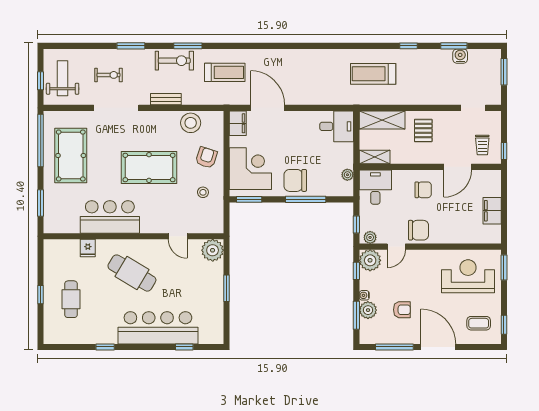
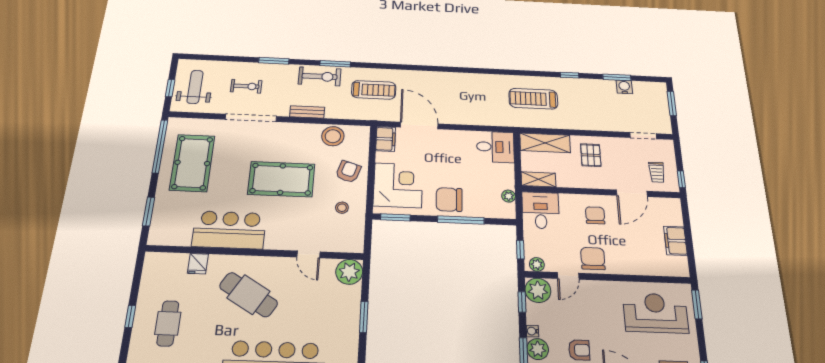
chair: (423, 190) -> (595, 215), turned -90
chair: (418, 230) -> (593, 259), turned -90

